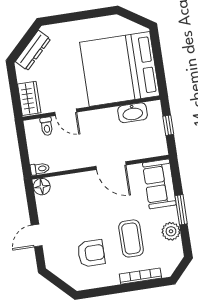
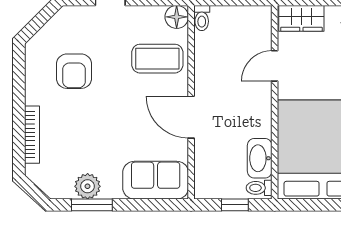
toilet: (47, 126) -> (259, 188), moved
door: (111, 166) -> (191, 117), hinge flipped
window: (181, 210) -> (92, 205), moved
coffee table: (131, 238) -> (157, 59), moved

